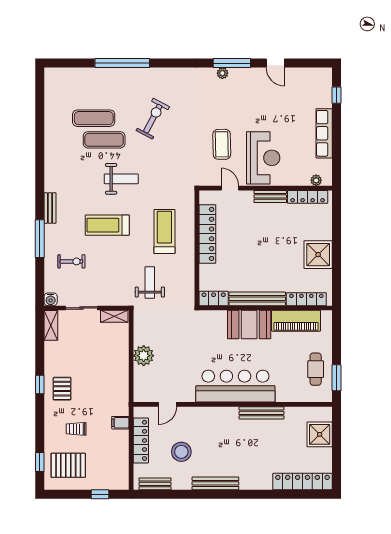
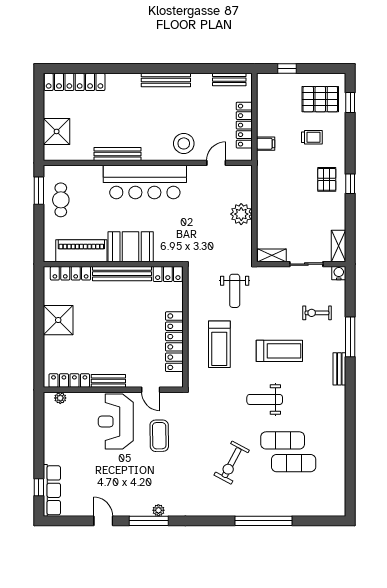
row of seats: (324, 133) -> (52, 490), moved
stool: (181, 452) -> (184, 143), moved

